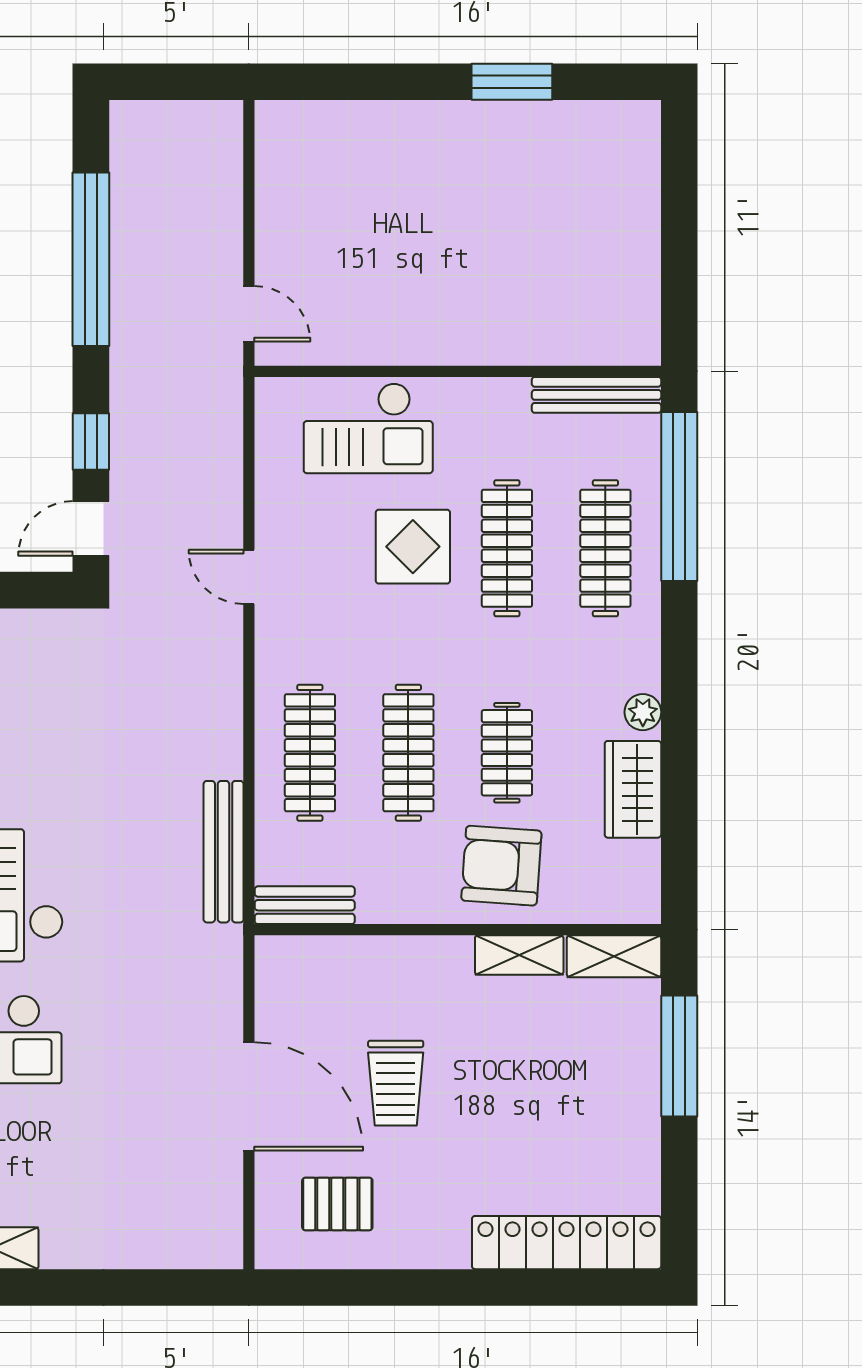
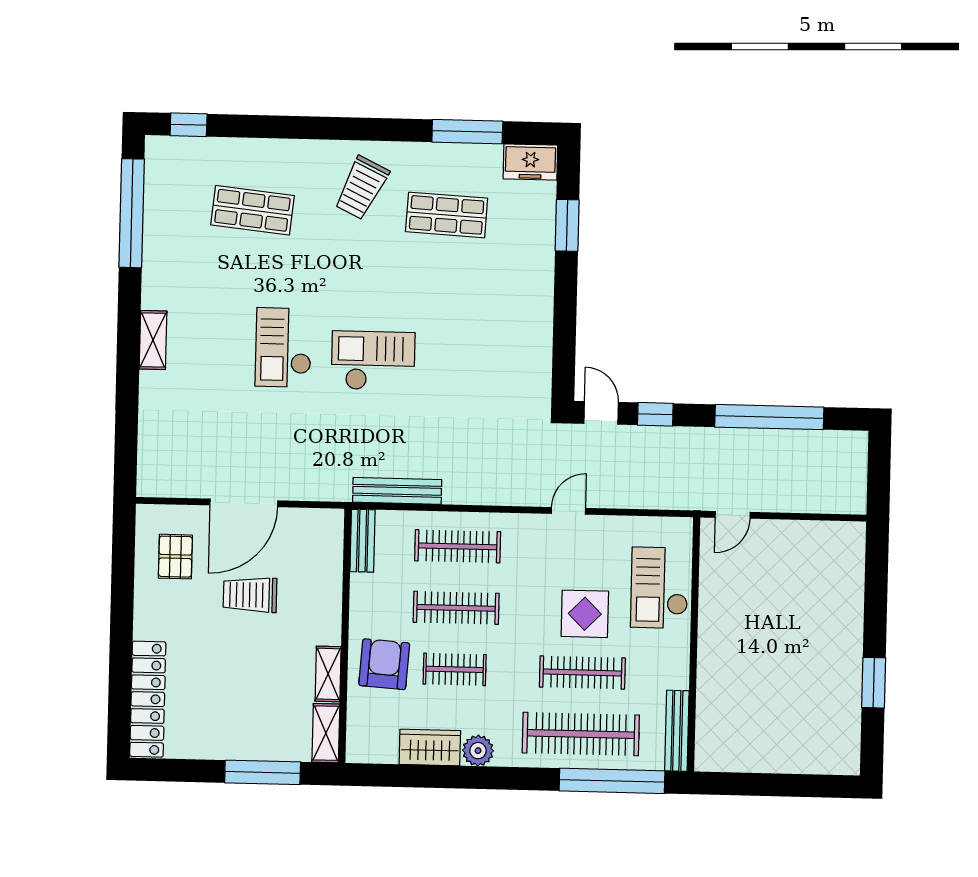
clothes rail: (605, 548) -> (581, 734), width x1.37, depth x1.31
plant: (643, 712) -> (478, 751), width x1.38, depth x1.38

